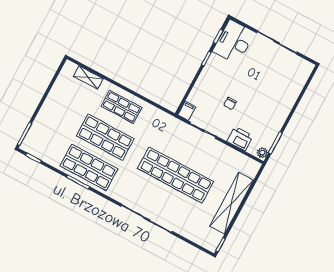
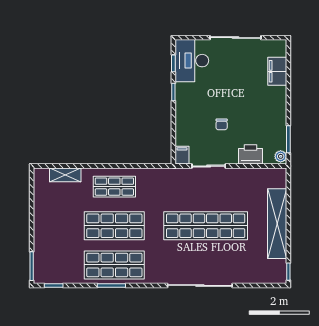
filing cabinet: (295, 86) -> (277, 71), added

